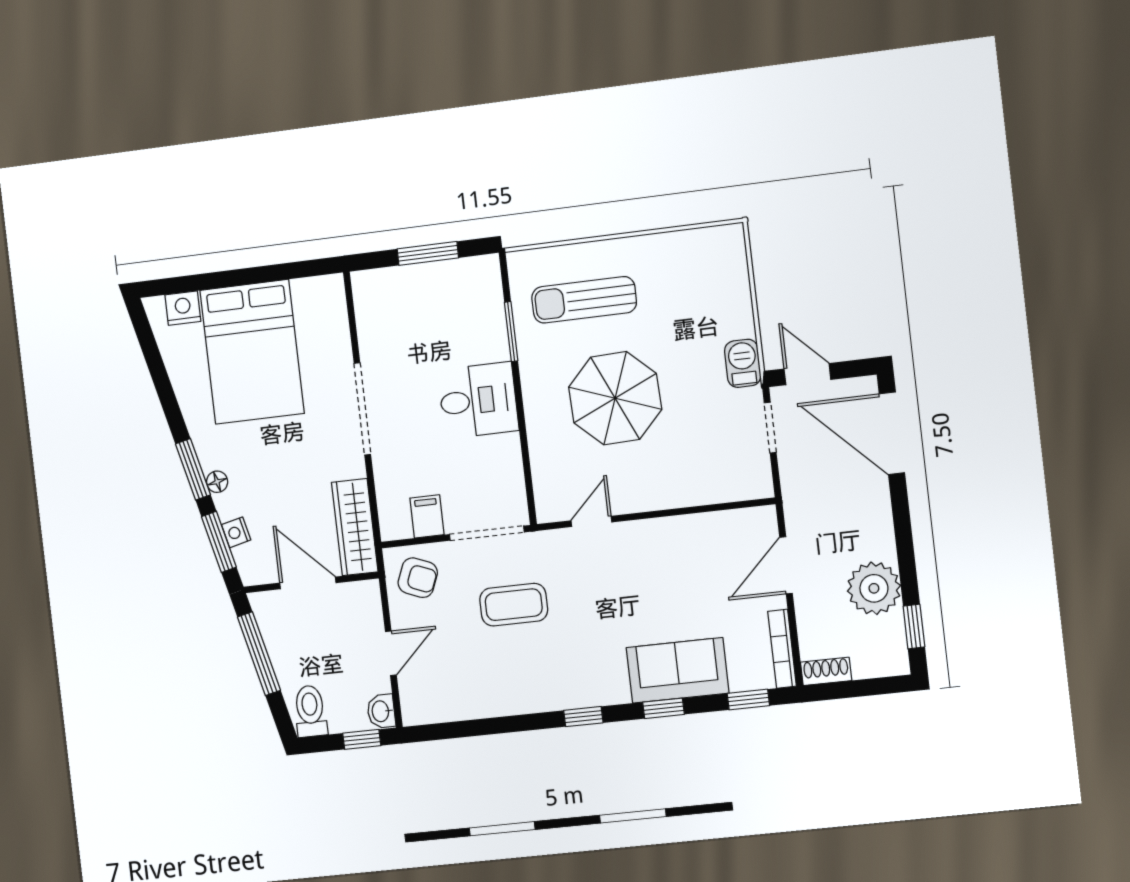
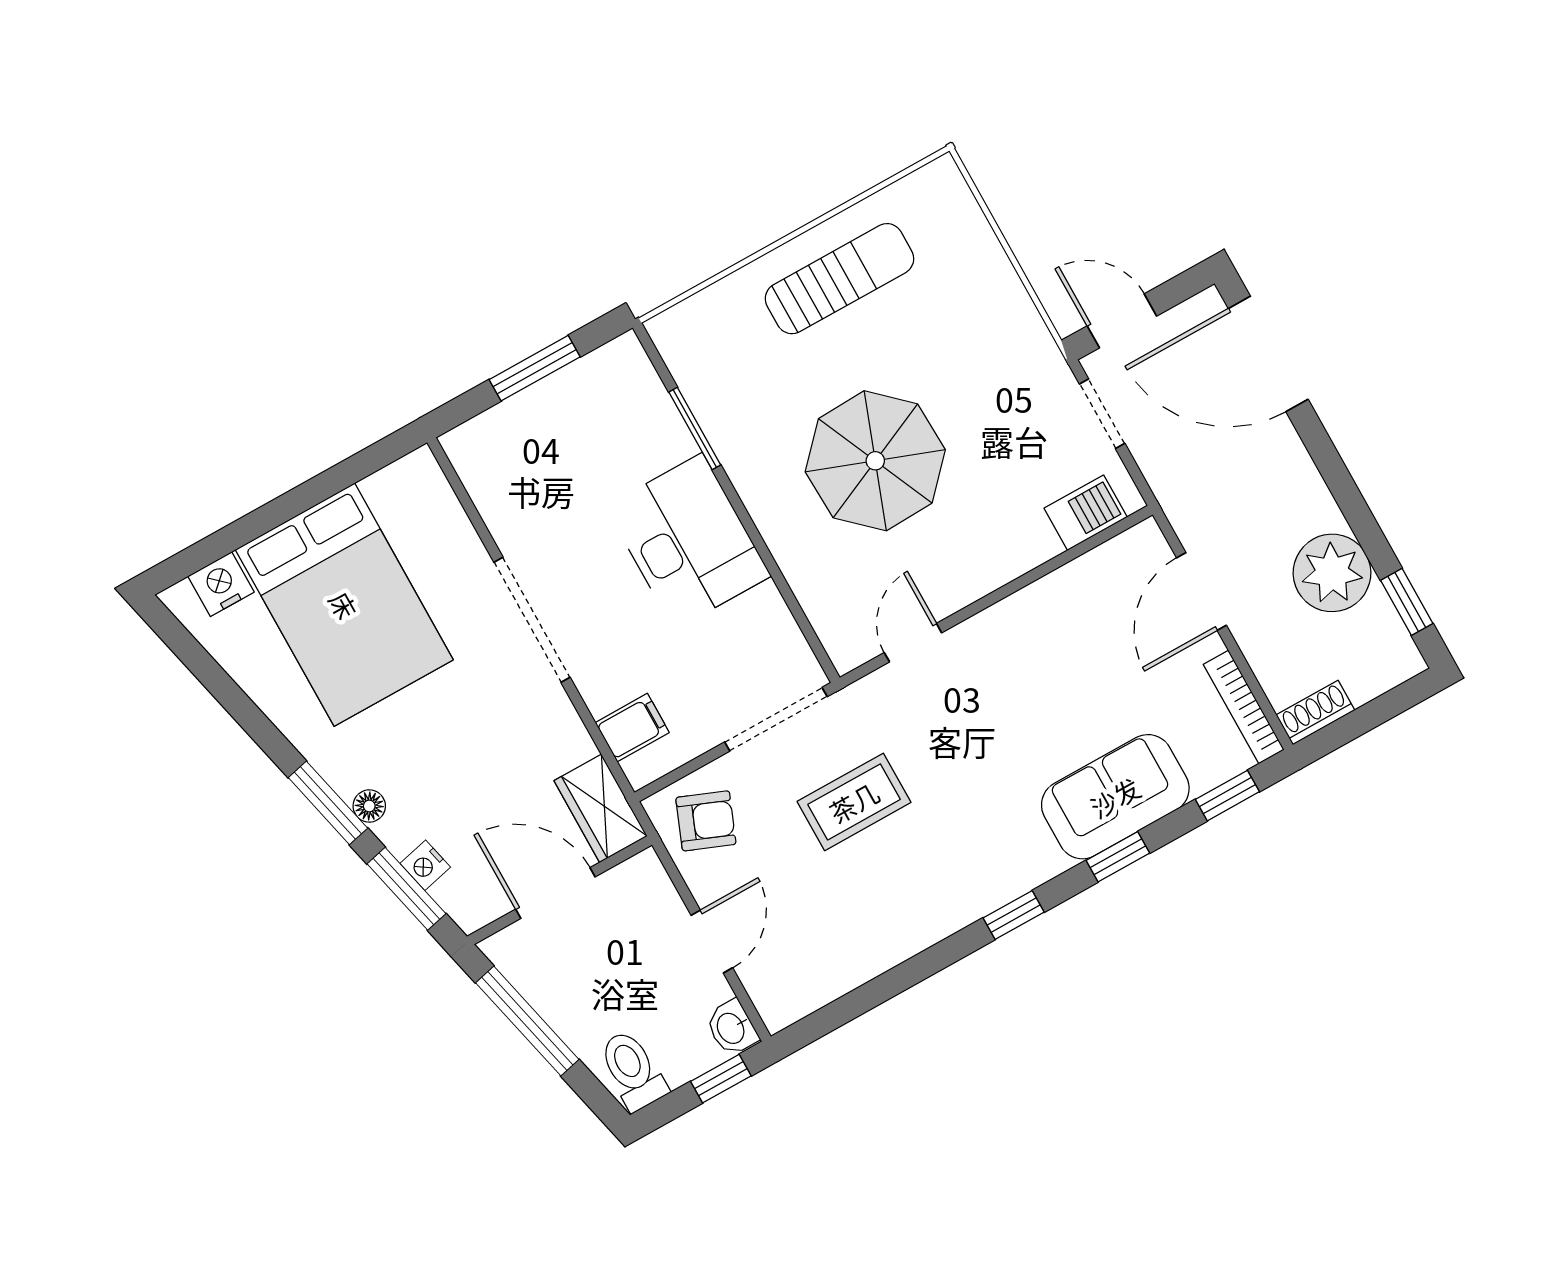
sun lounger: (584, 300) -> (840, 279), moved, turned 180
barbecue: (743, 363) -> (1086, 513), moved, turned 90
desk: (478, 400) -> (688, 541), width x1.37
filing cabinet: (427, 516) -> (632, 728), moved, turned 90
wardrobe: (355, 527) -> (601, 808), width x0.67

